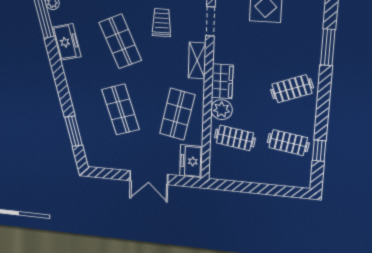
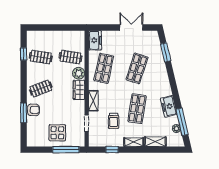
shop shelf: (120, 41) -> (137, 109), turned 33
armchair: (309, 52) -> (33, 110), added
shop shelf: (121, 110) -> (137, 68), turned 36
double door: (149, 178) -> (131, 27), moved

